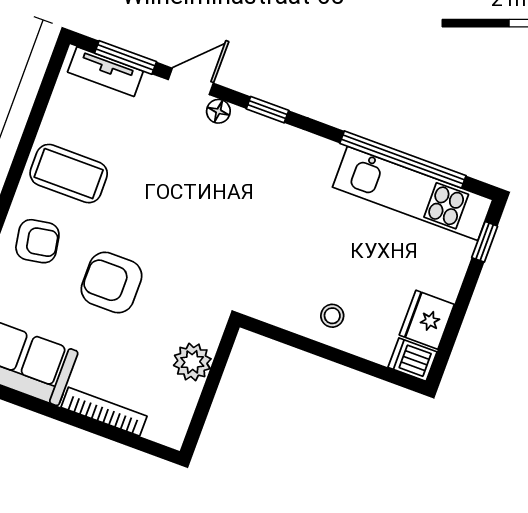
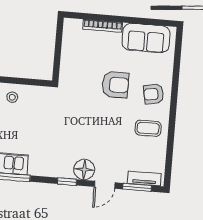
floor lamp: (218, 111) -> (84, 170), width x1.89, depth x1.89
coffee table: (69, 174) -> (148, 128), width x0.73, depth x0.77
plant: (192, 362) -> (69, 59), removed

